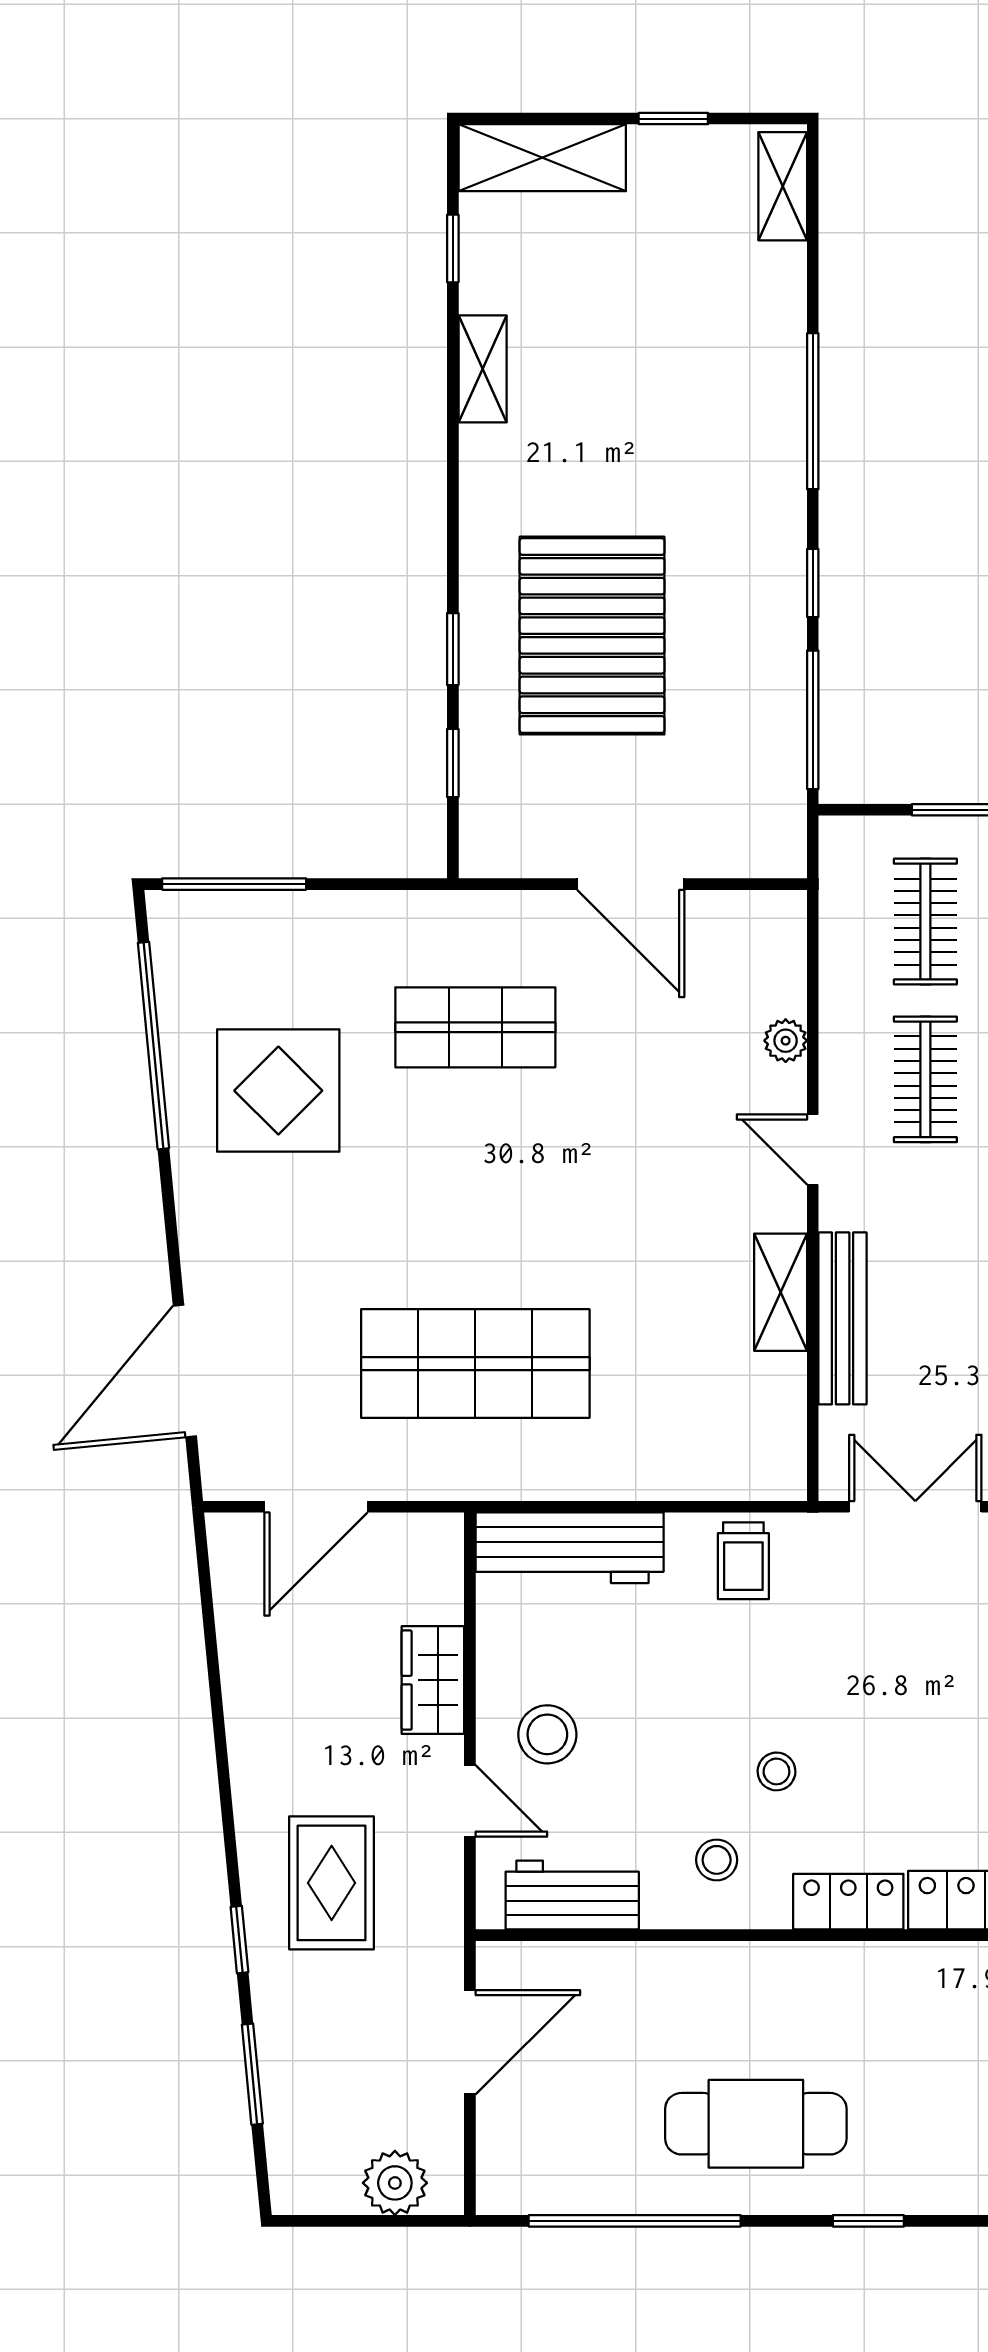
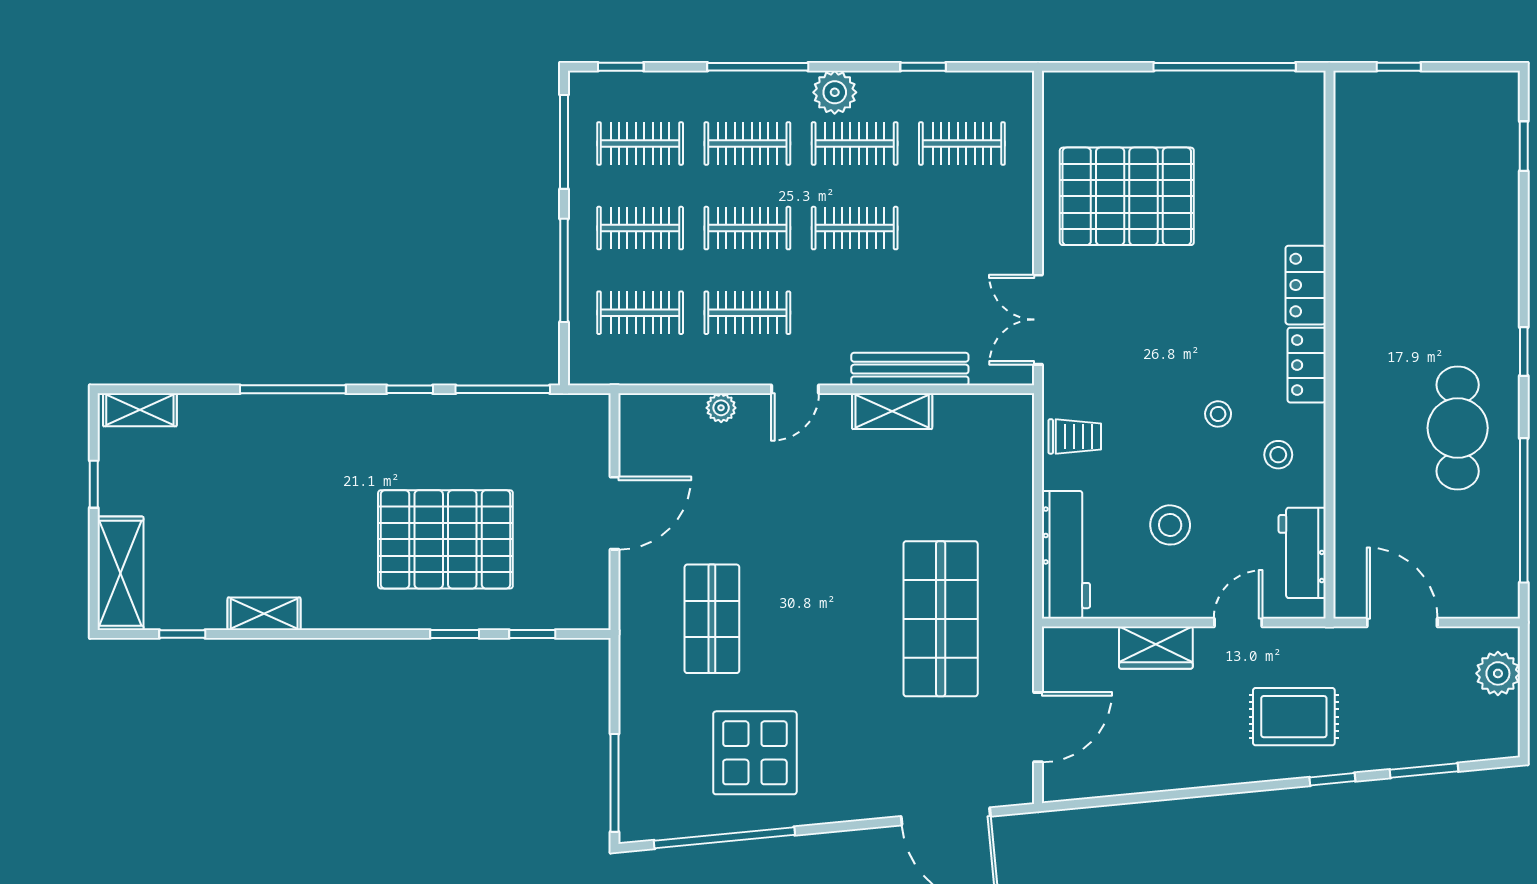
door: (316, 1507) -> (1038, 727), hinge flipped
stool: (547, 1734) -> (1170, 525), moved

